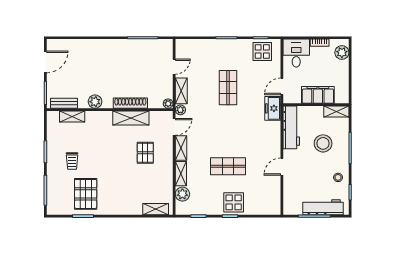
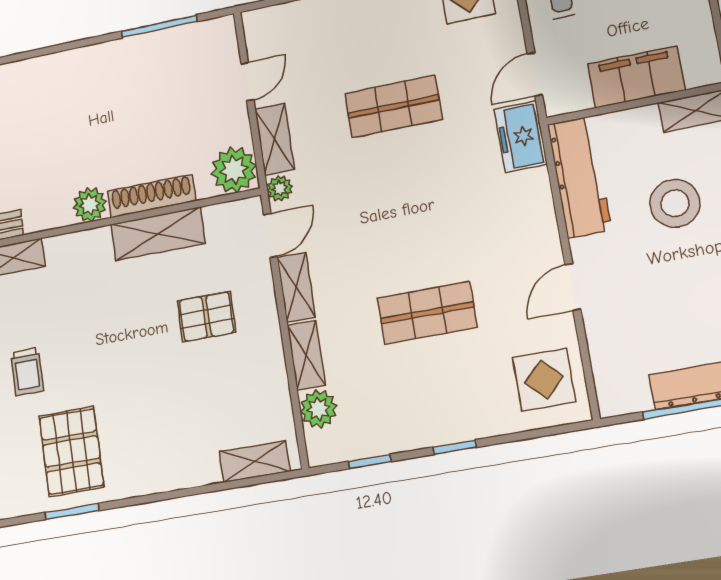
shop shelf: (228, 88) -> (393, 106), turned 90
plant: (95, 102) -> (90, 205), moved
plant: (168, 104) -> (234, 170), width x1.87, depth x1.87
pallet: (145, 153) -> (207, 317), turned 90
display table: (234, 202) -> (544, 380), moved

